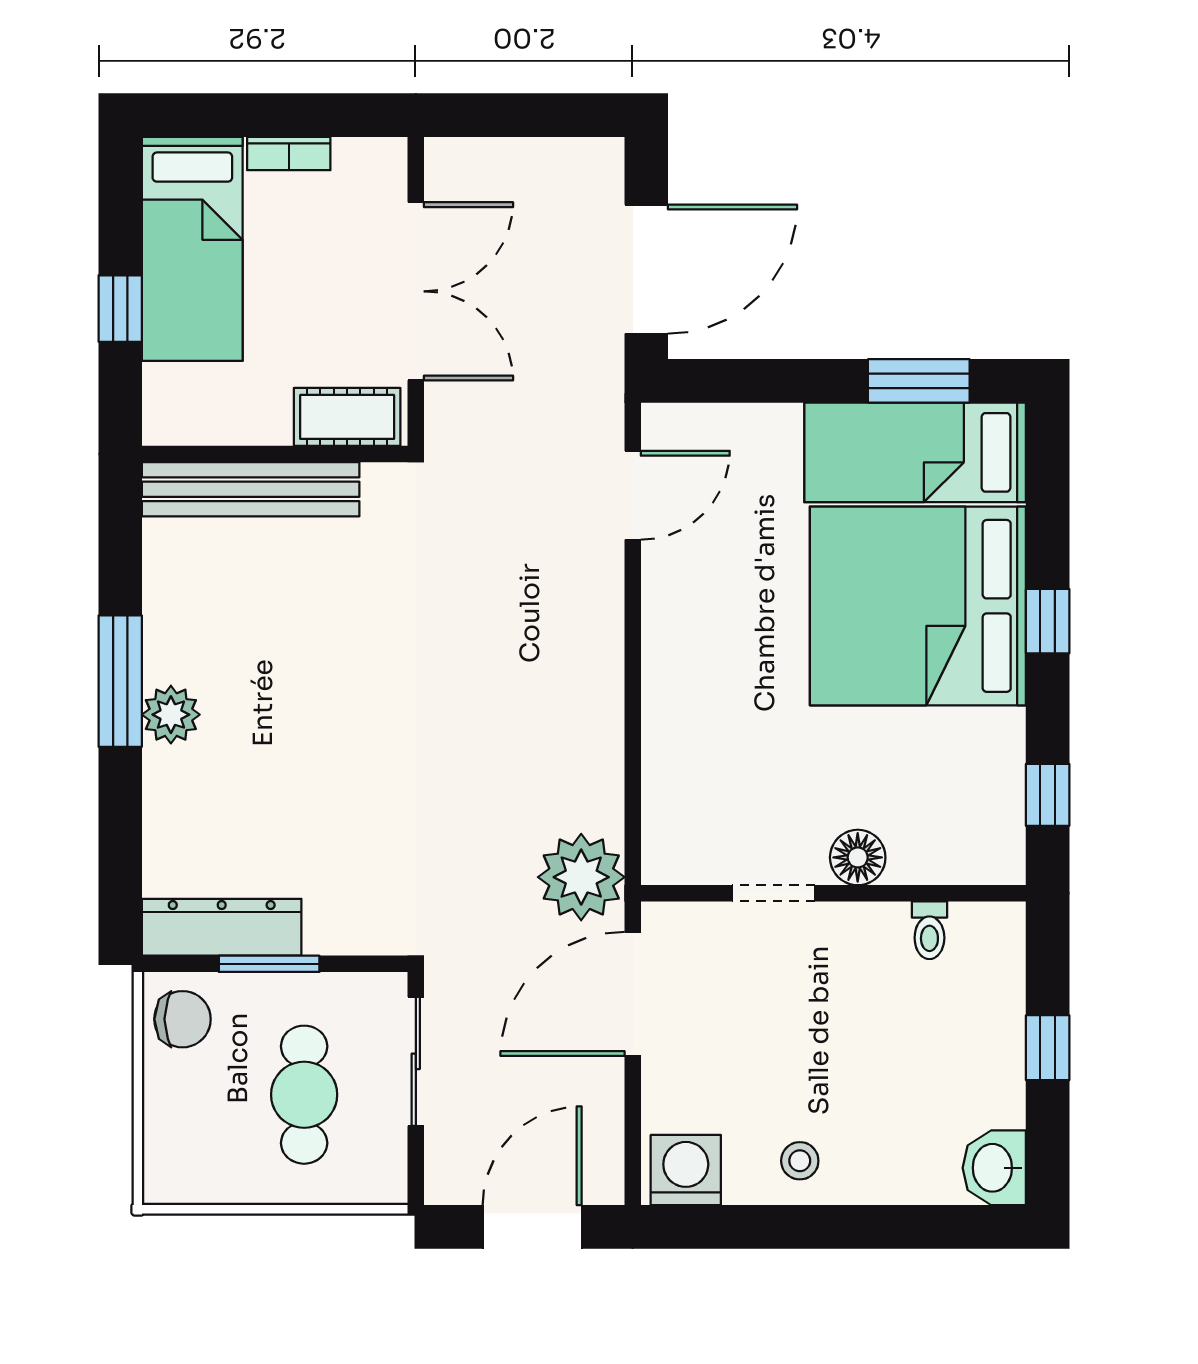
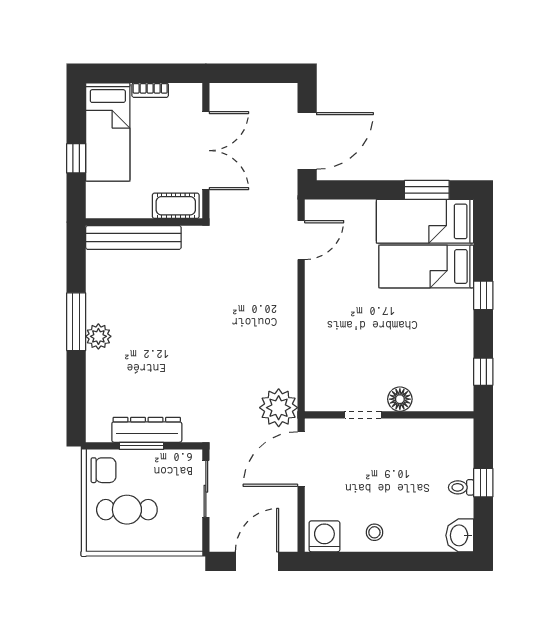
bed: (918, 606) -> (426, 266), width x0.49
dresser: (222, 927) -> (147, 430), moved
toilet: (929, 930) -> (461, 487), moved, turned 90
cafe table: (304, 1095) -> (127, 510), moved, turned 90

